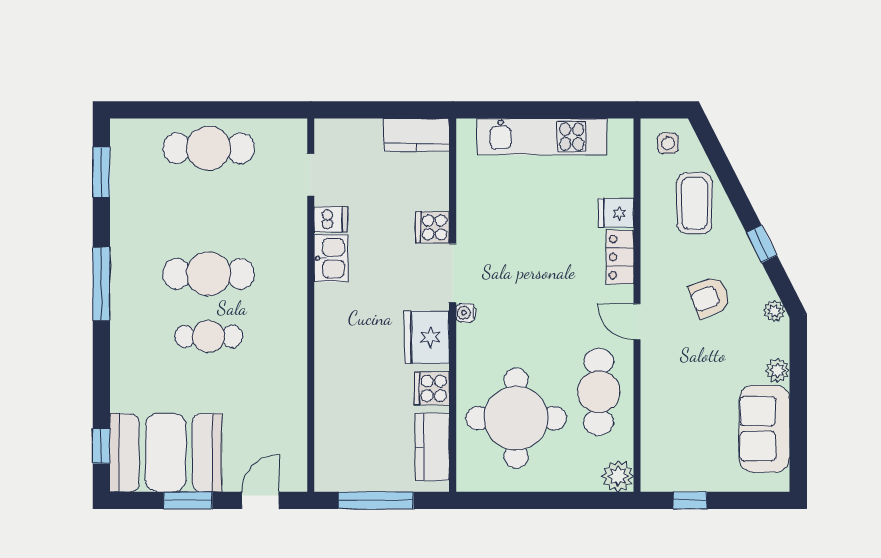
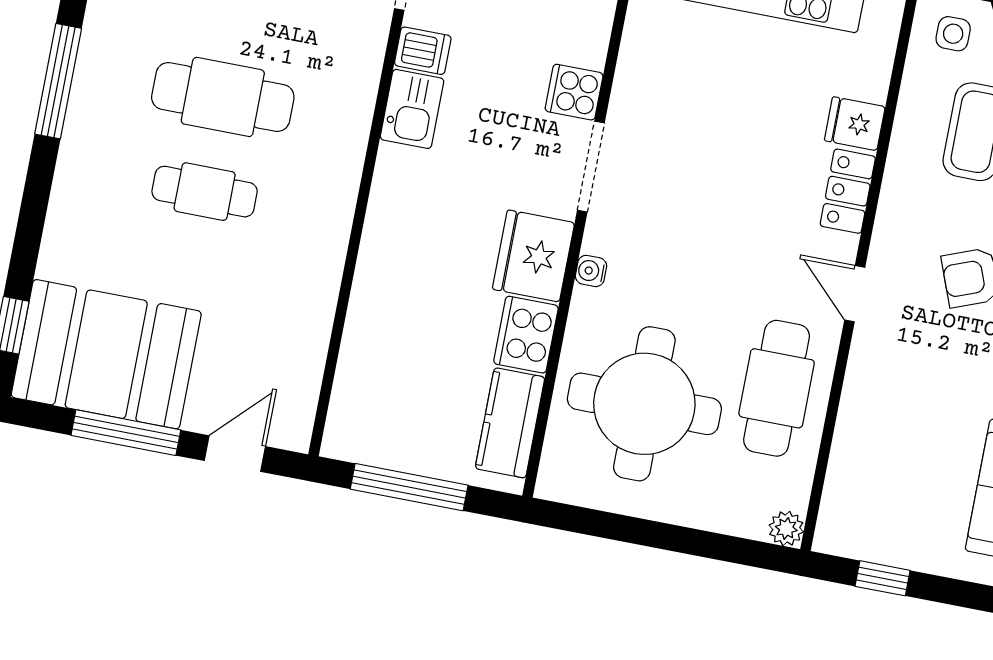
water cooler: (466, 313) -> (591, 271), moved
cooker: (432, 388) -> (526, 335), width x1.36
plant: (618, 476) -> (786, 528), width x0.73, depth x0.73
window: (188, 500) -> (126, 433), width x1.44

